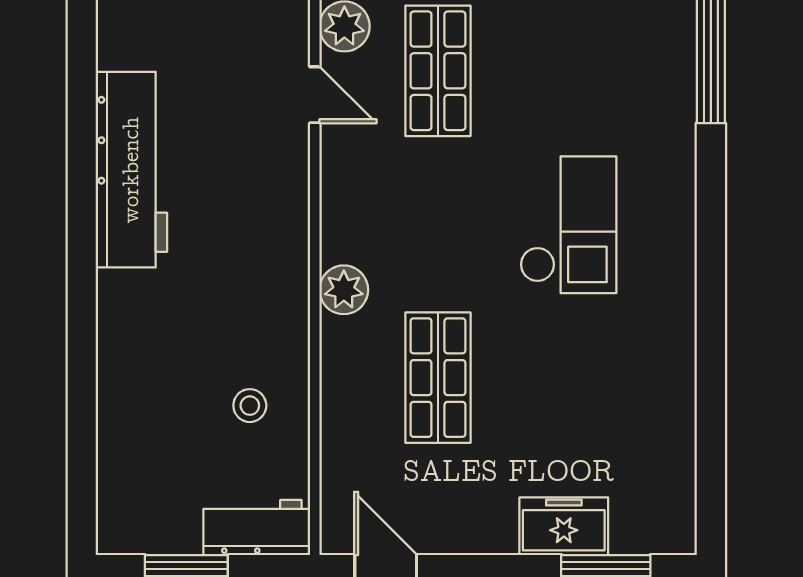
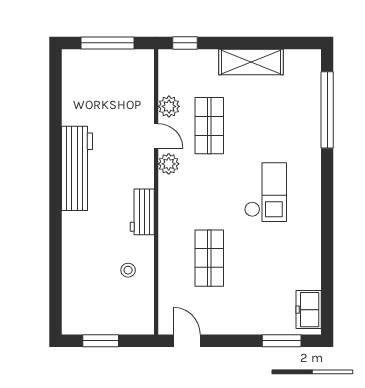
plant: (344, 290) -> (169, 164), moved
freezer: (564, 526) -> (309, 310), moved, turned -90
workbench: (257, 527) -> (142, 212), moved, turned -90

